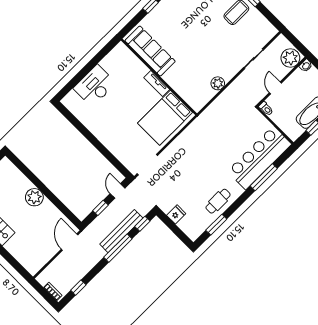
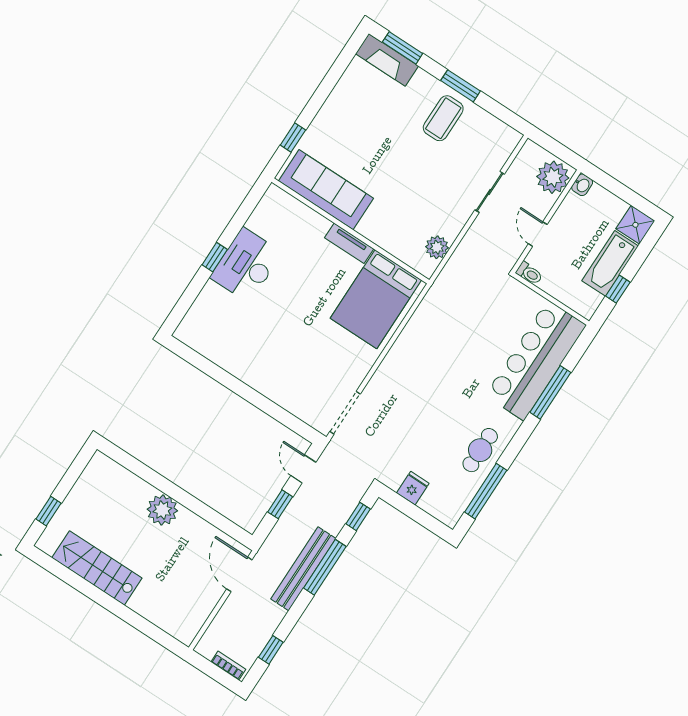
sofa: (150, 51) -> (326, 190), moved
window: (93, 63) -> (215, 257), added
wall: (159, 77) -> (351, 231), moved
tv unit: (157, 84) -> (349, 243), moved
desk: (95, 86) -> (246, 265), moved
bed: (165, 118) -> (376, 299), moved
window: (216, 225) -> (486, 491), width x1.44
bench: (121, 231) -> (303, 569), moved

